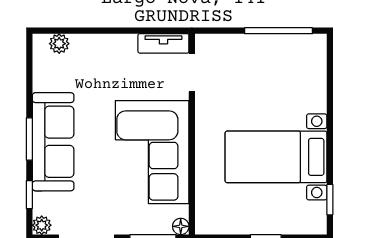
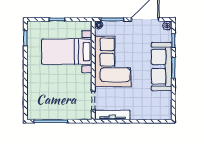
tv unit: (163, 43) -> (112, 115), width x1.41
plant: (59, 44) -> (159, 115), removed
bed with nightstands: (276, 157) -> (67, 52), moved, turned 180

